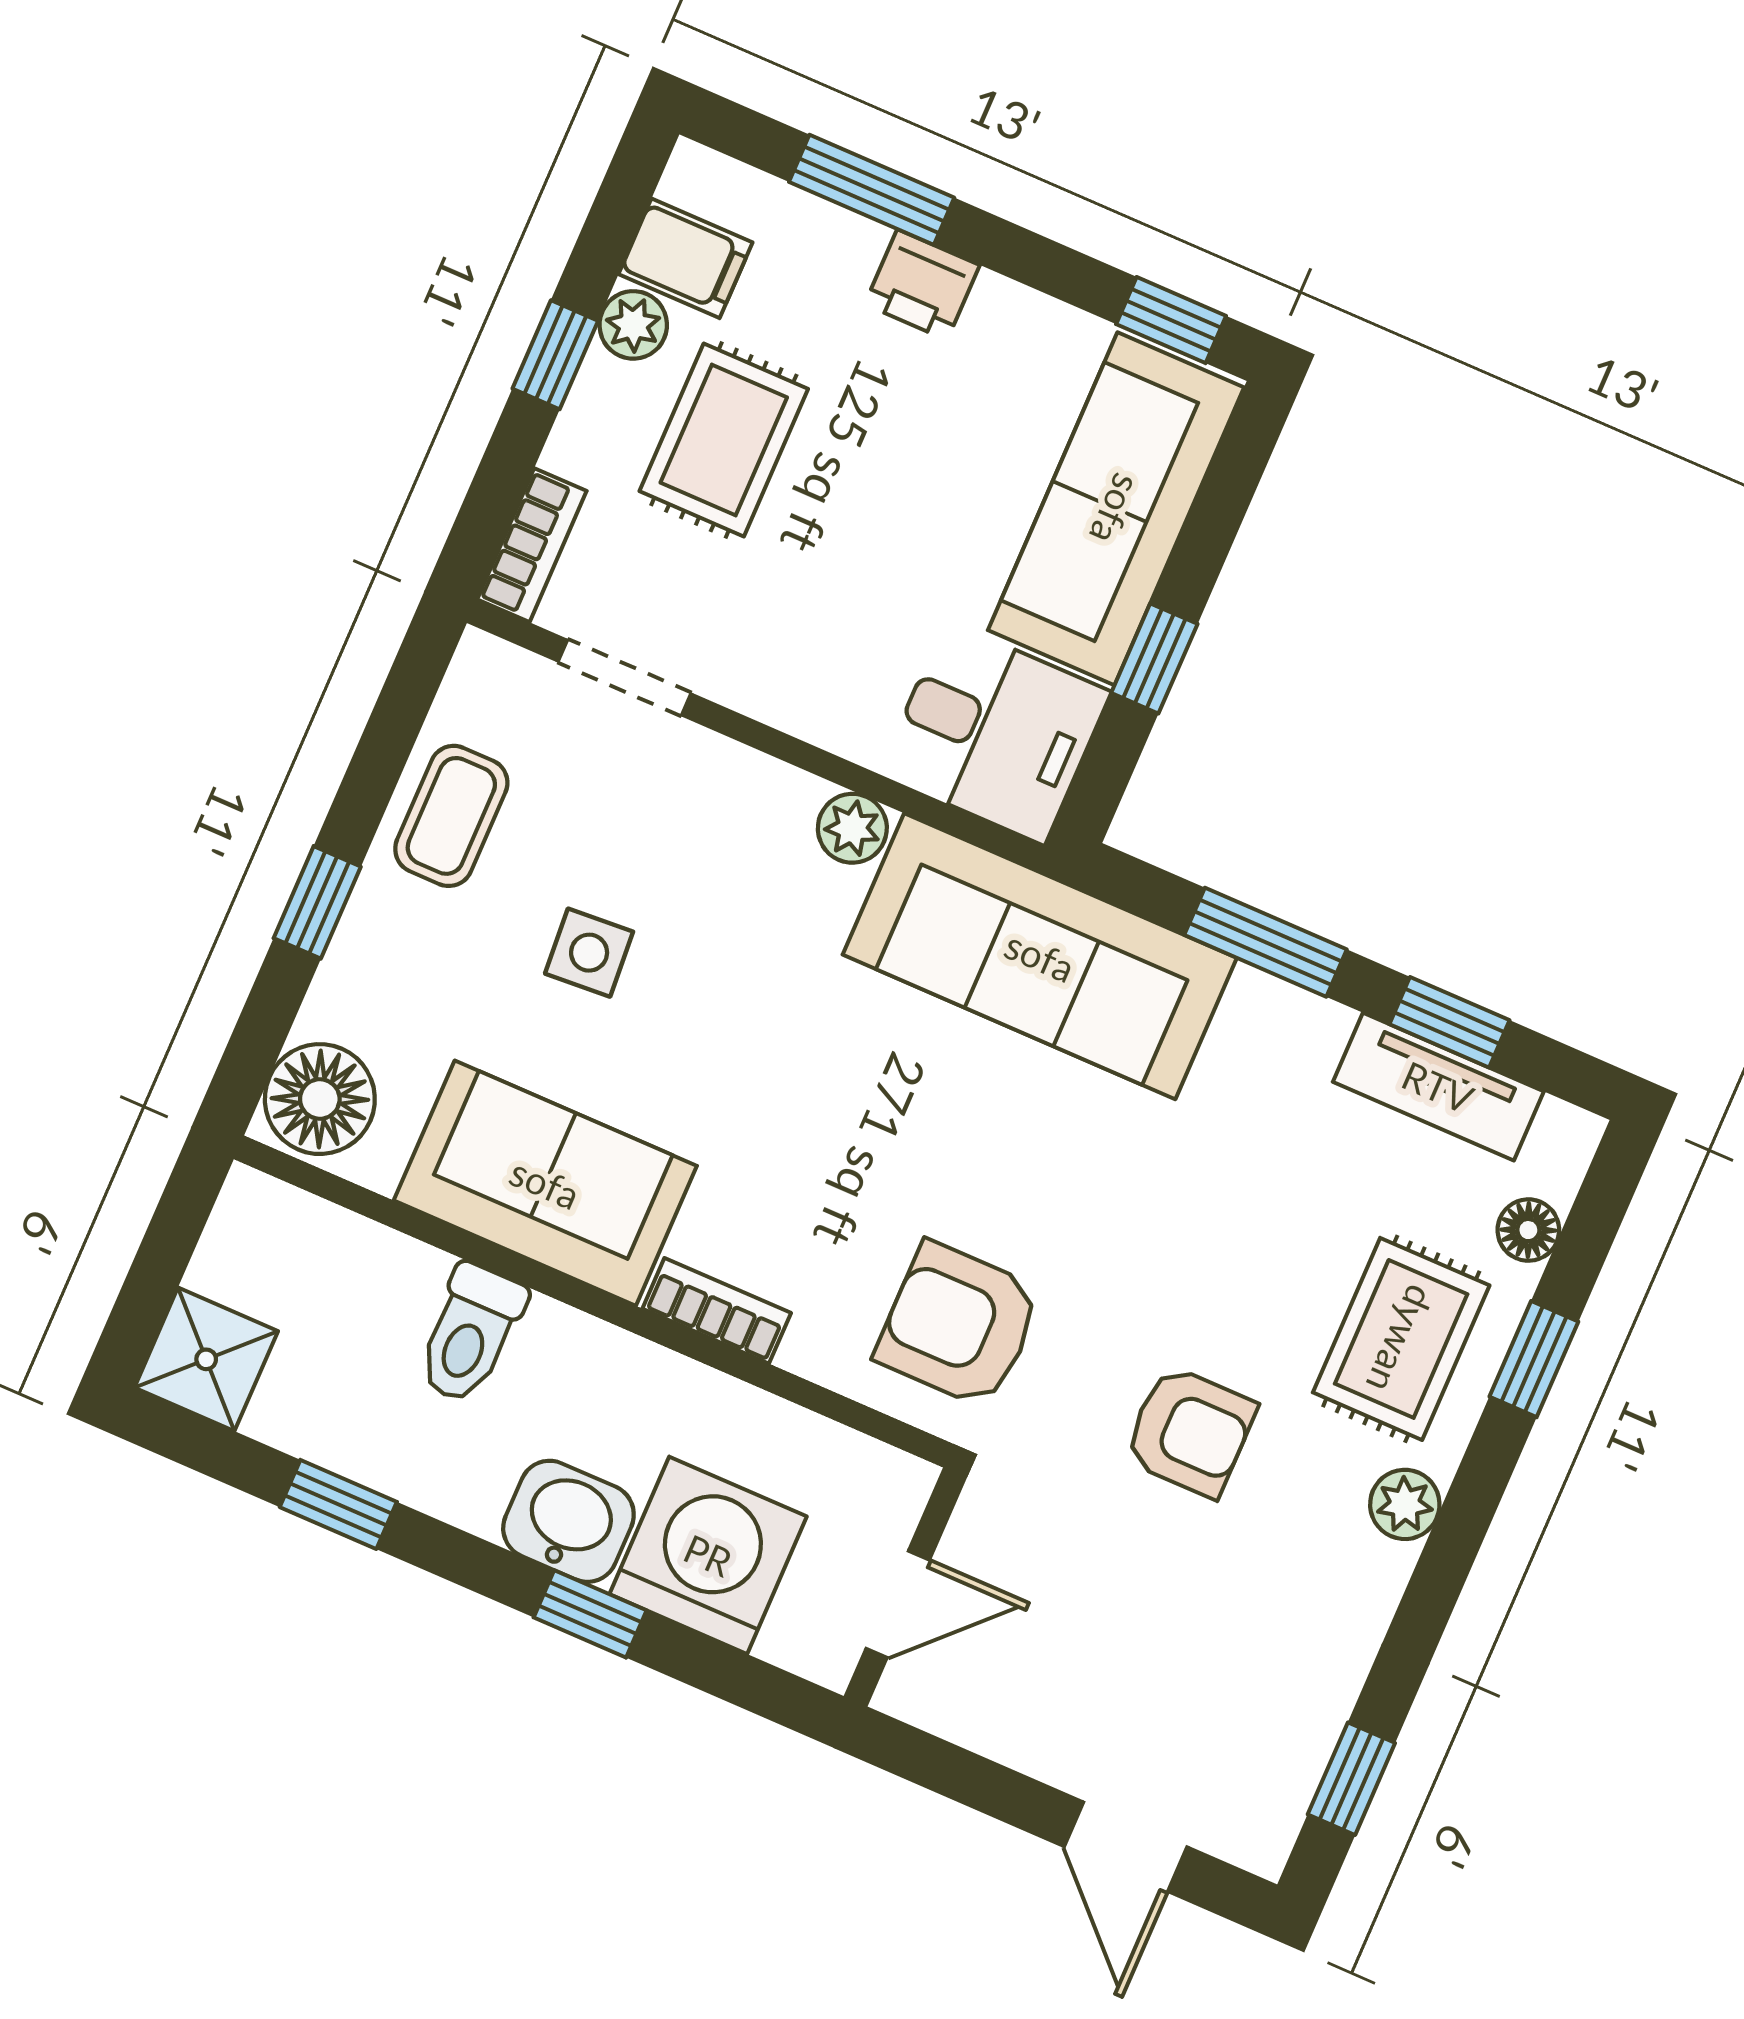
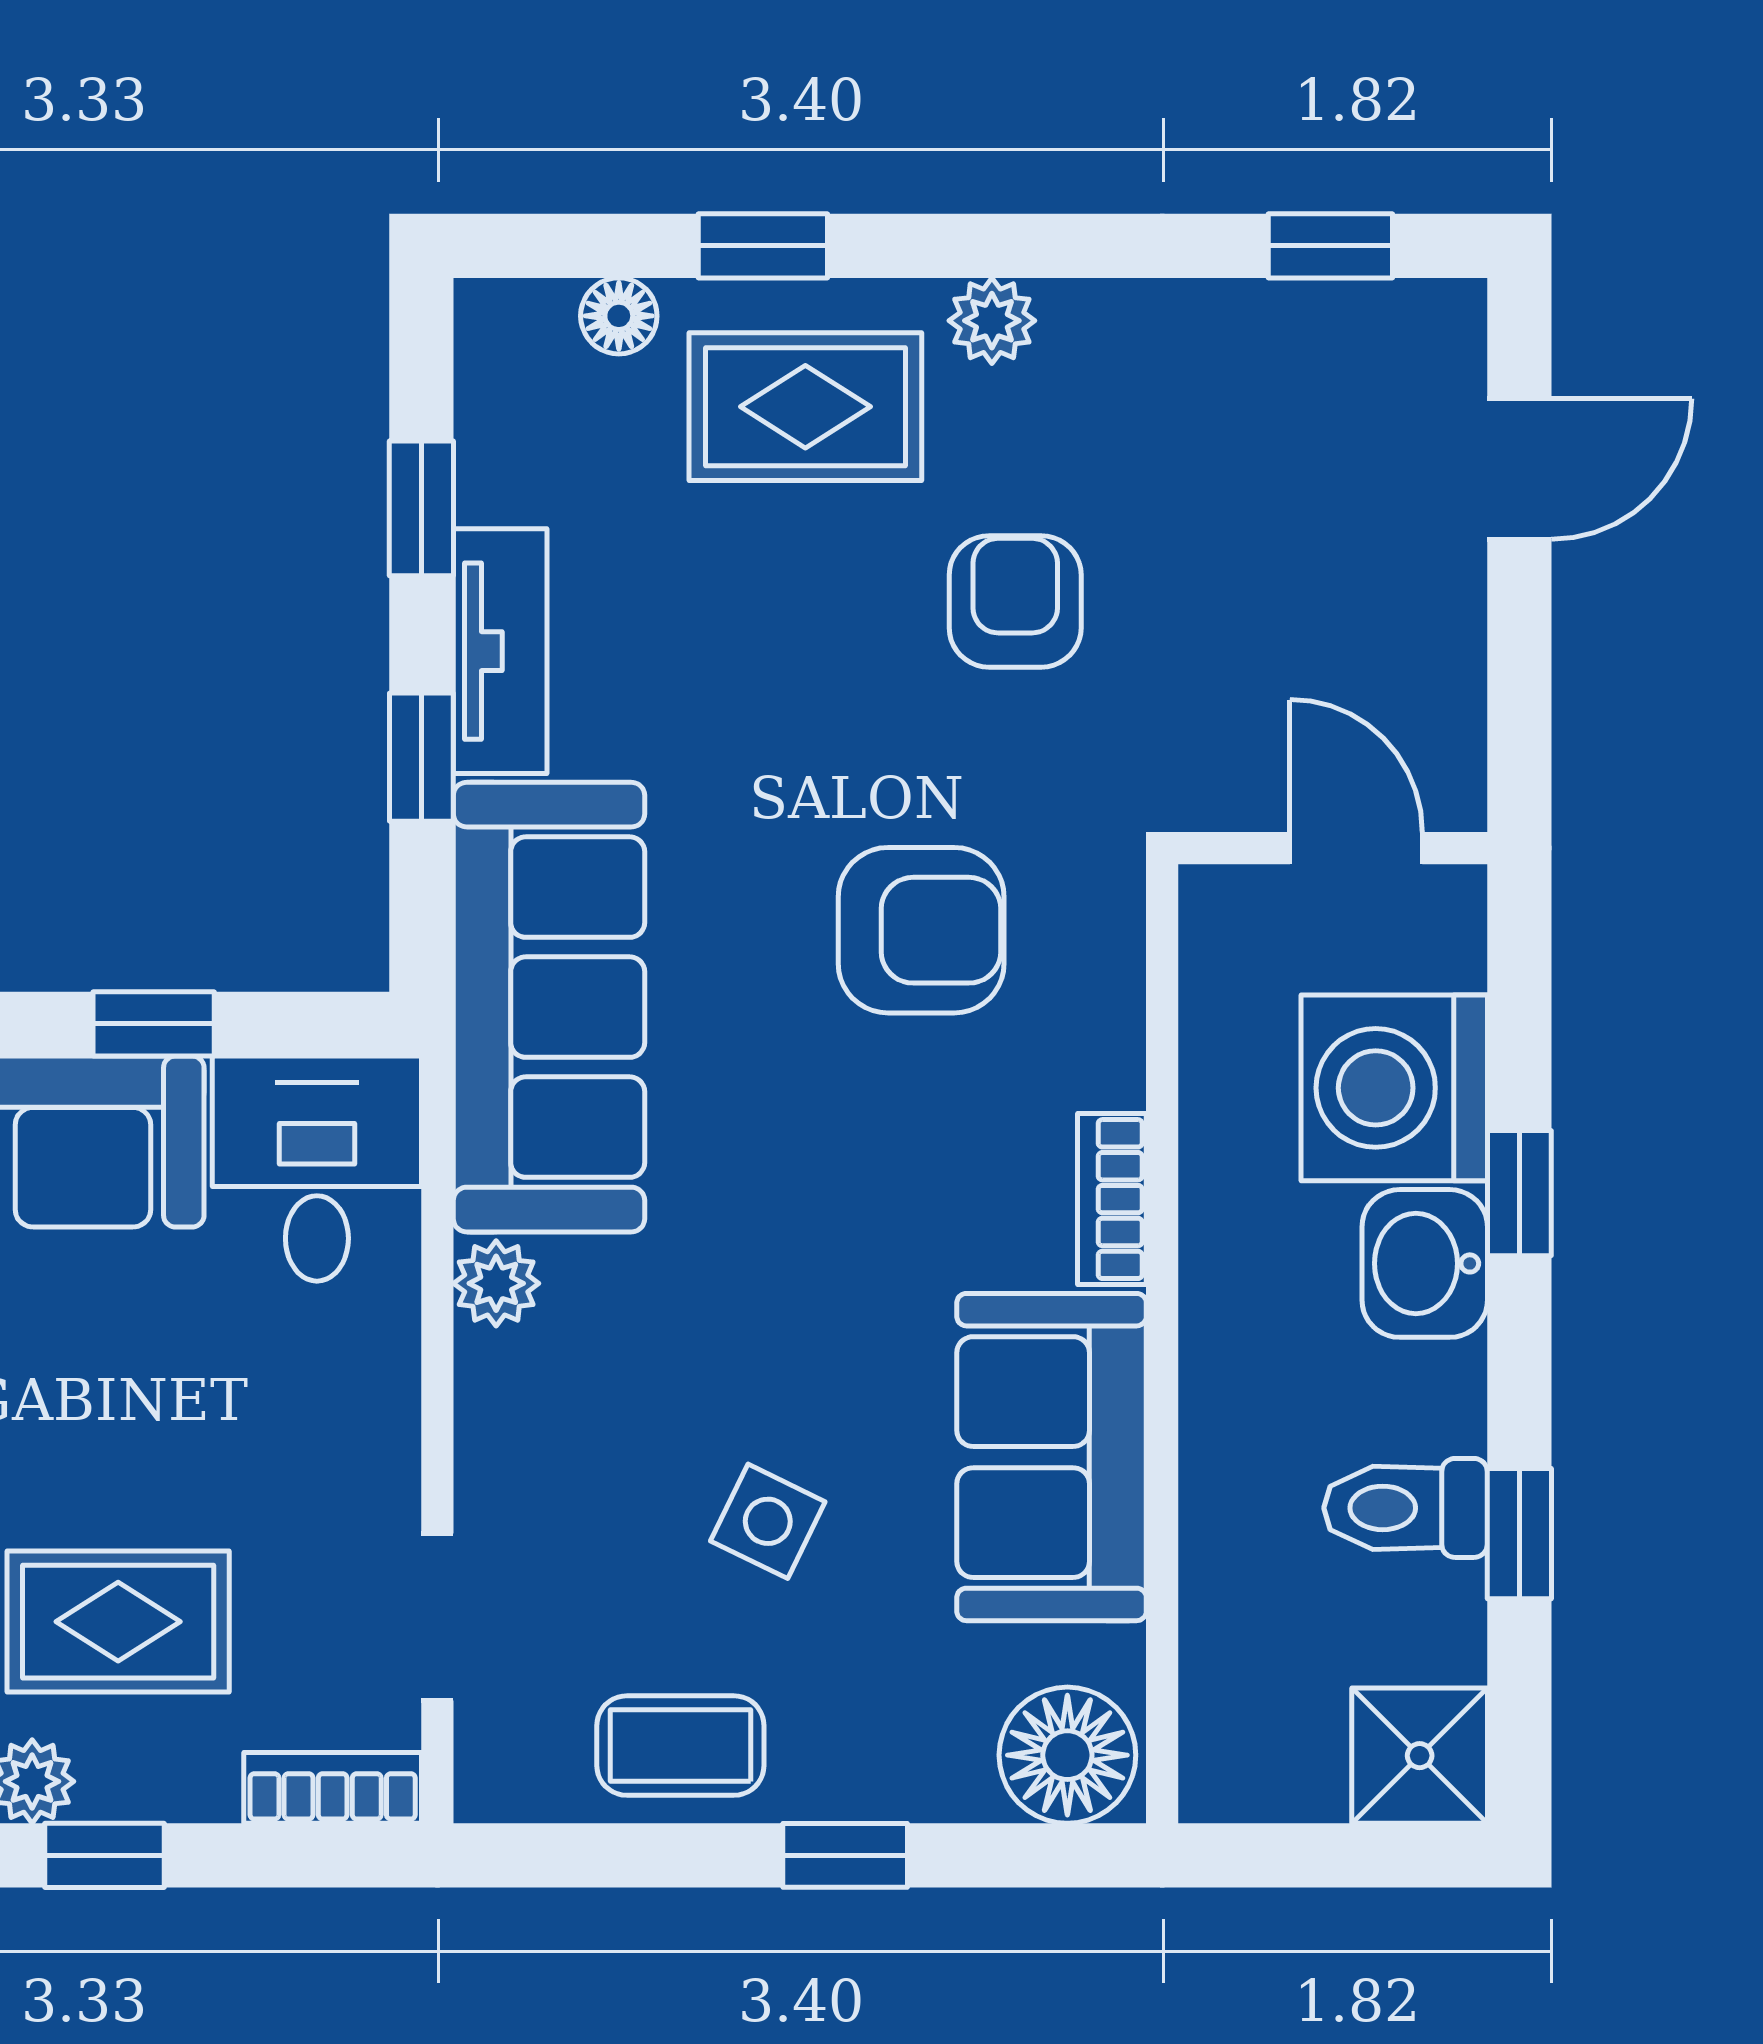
window: (1266, 942) -> (421, 757), width x0.67
side table: (589, 953) -> (768, 1521), turned 30
tv unit: (1438, 1087) -> (500, 651), moved
armchair: (959, 1325) -> (921, 930), moved, turned -90
toilet: (470, 1334) -> (1406, 1508), moved, turned 180

